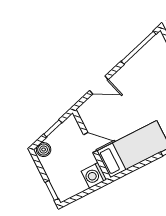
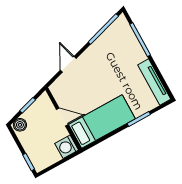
door: (99, 85) -> (68, 64), swing flipped

